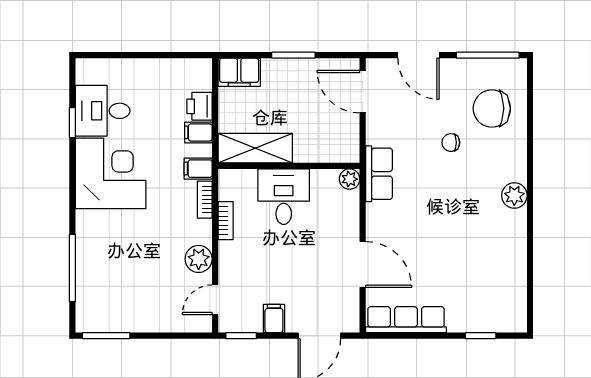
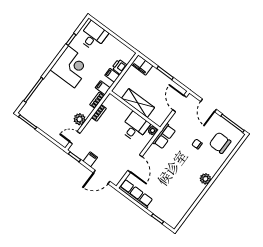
desk: (103, 111) -> (93, 36), moved, turned 90
shelving: (255, 148) -> (138, 103), moved
desk: (284, 197) -> (135, 127), moved

